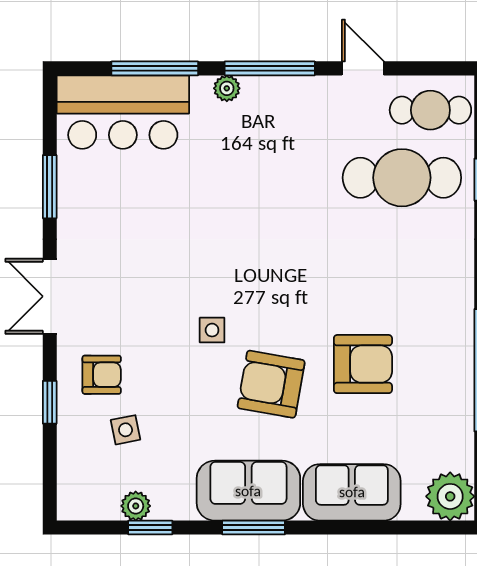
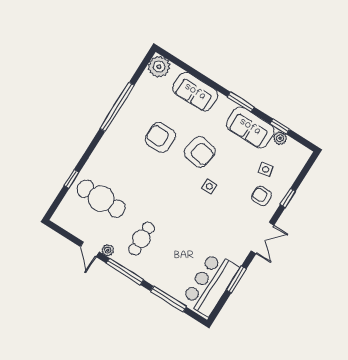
plant: (227, 88) -> (108, 250), moved
cafe table: (430, 110) -> (142, 239), moved, turned 90
bar counter: (123, 112) -> (210, 284), moved, turned -90
sofa: (248, 491) -> (250, 127), moved

